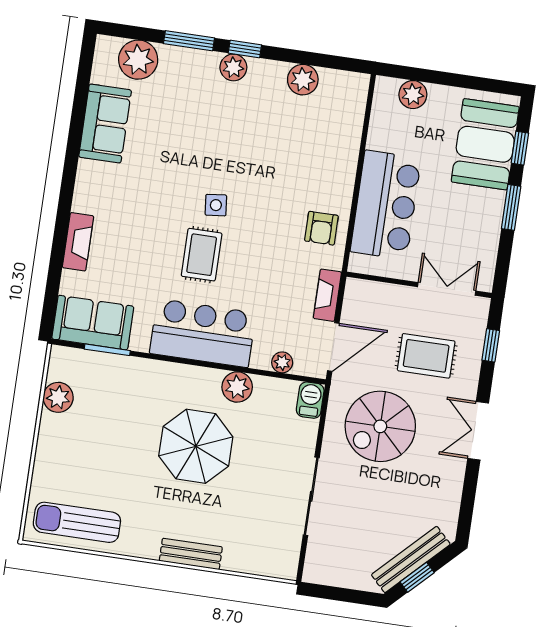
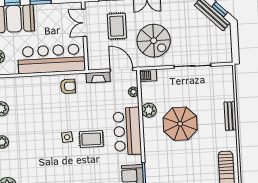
bar counter: (386, 205) -> (51, 59), width x1.36

